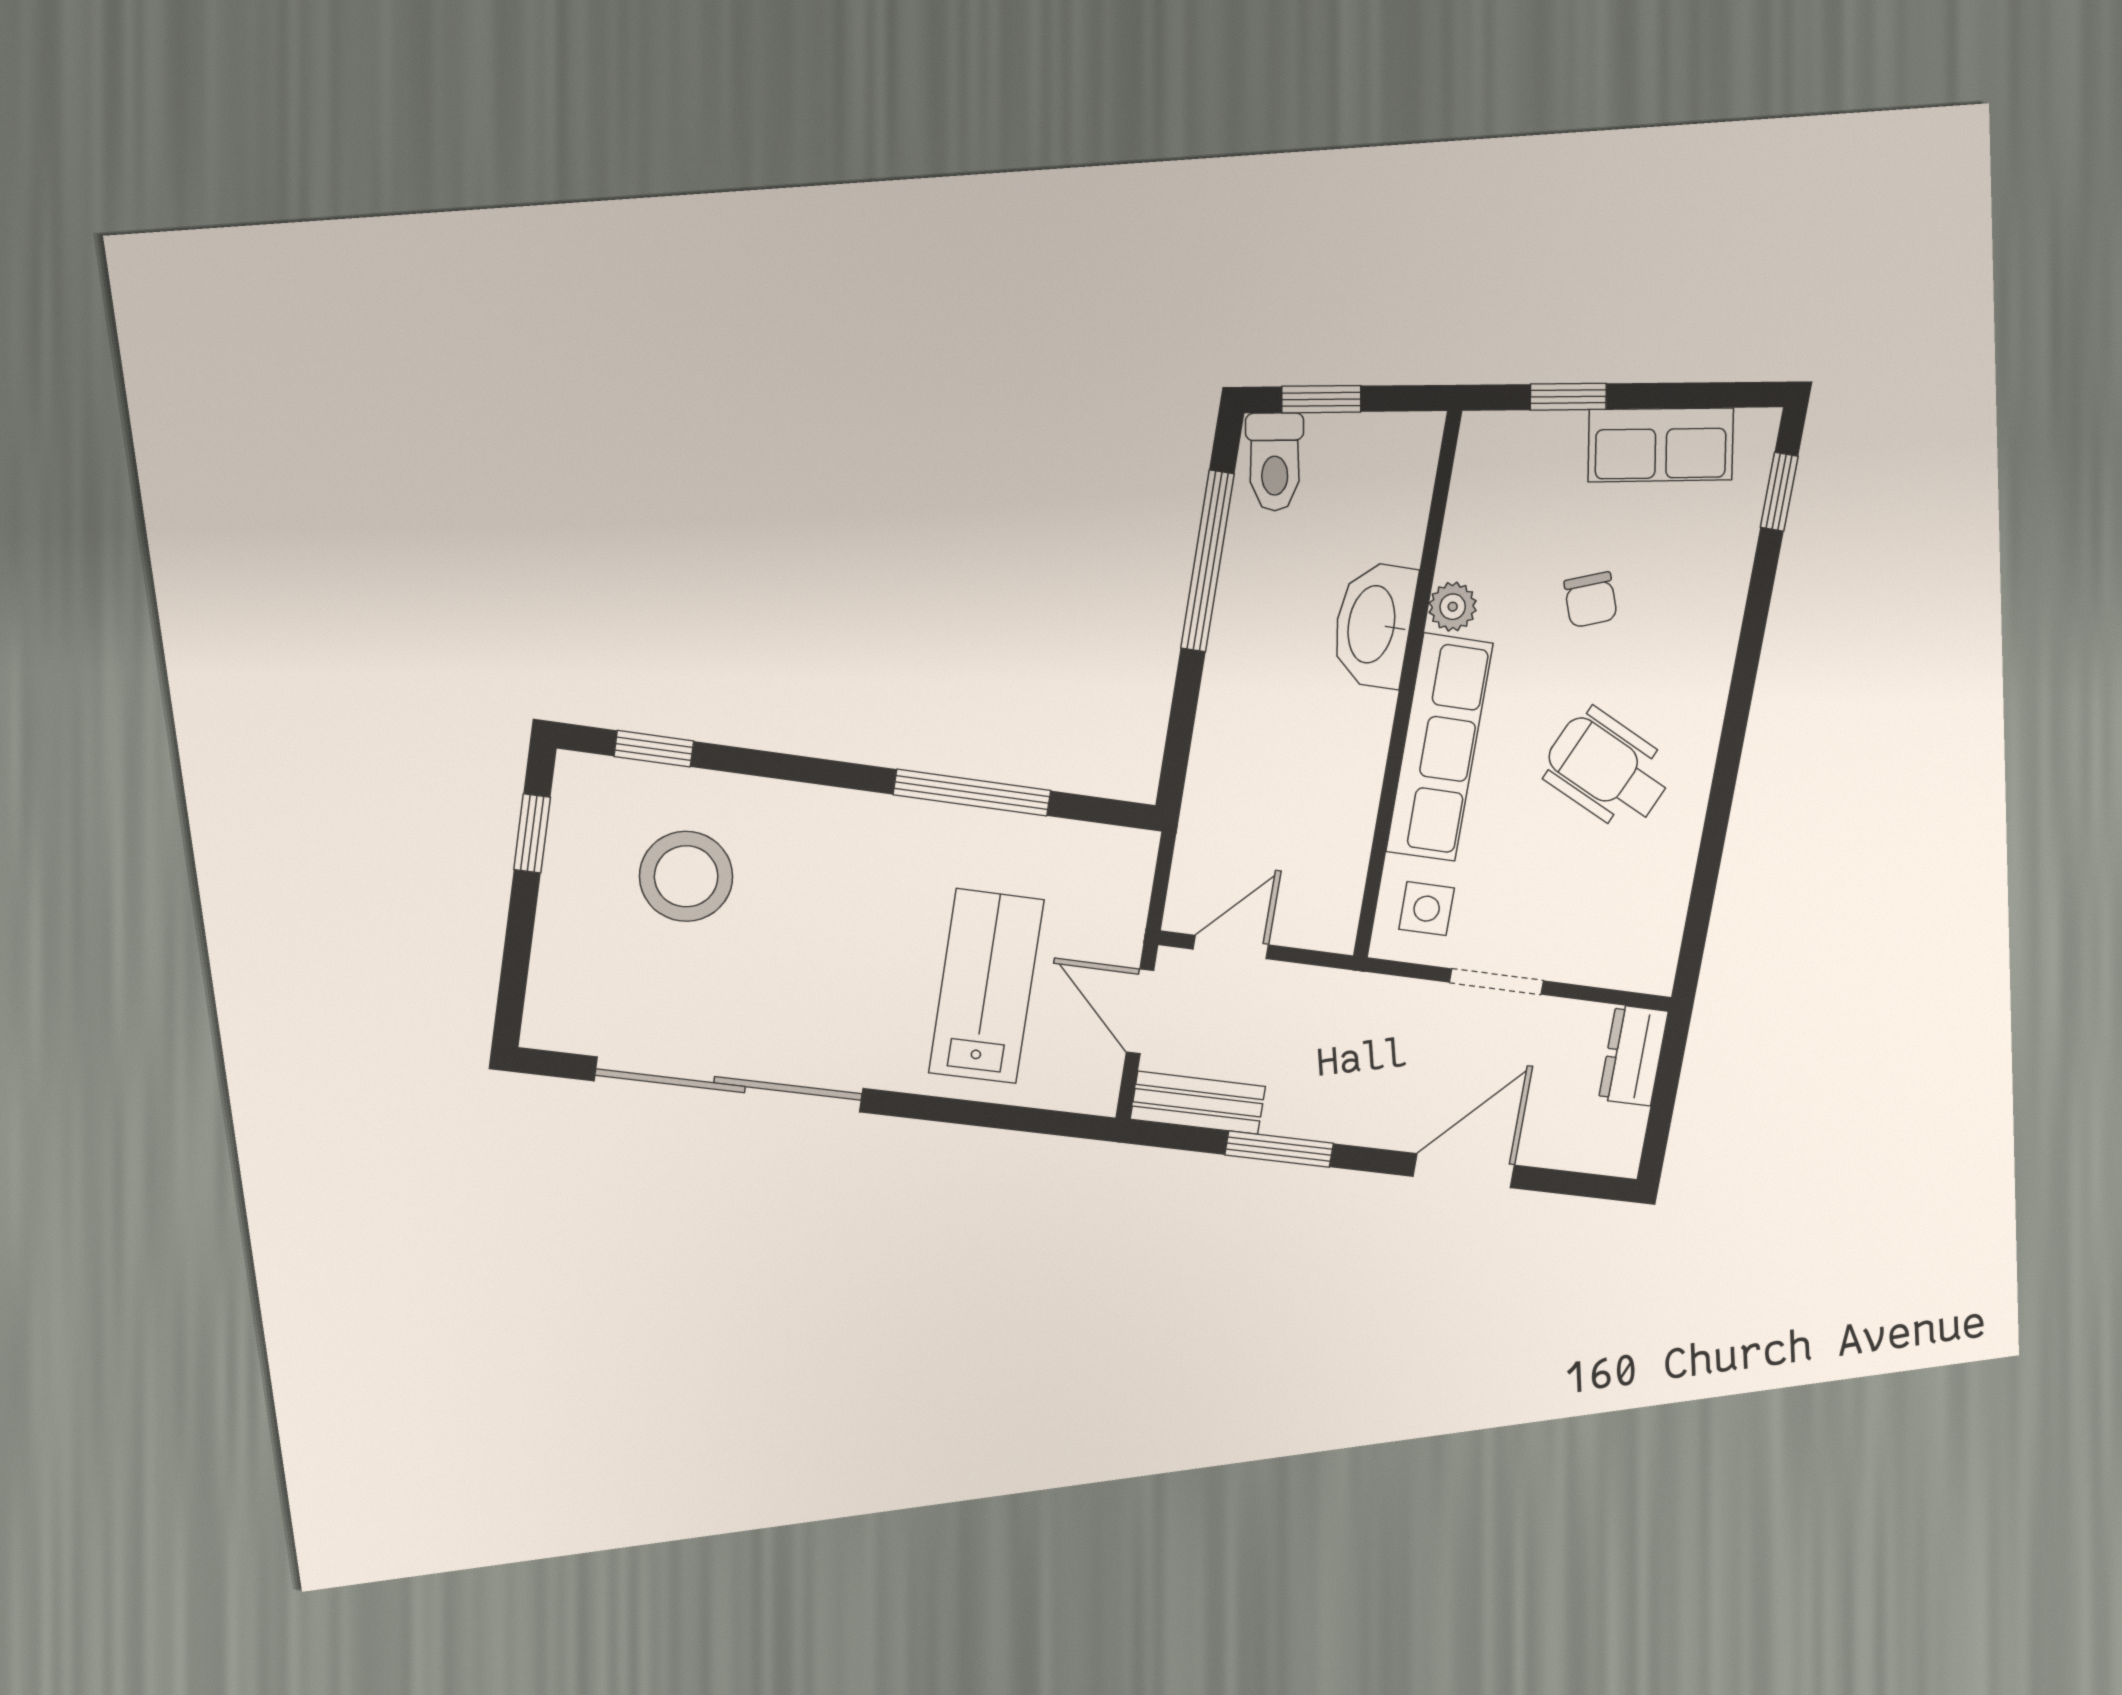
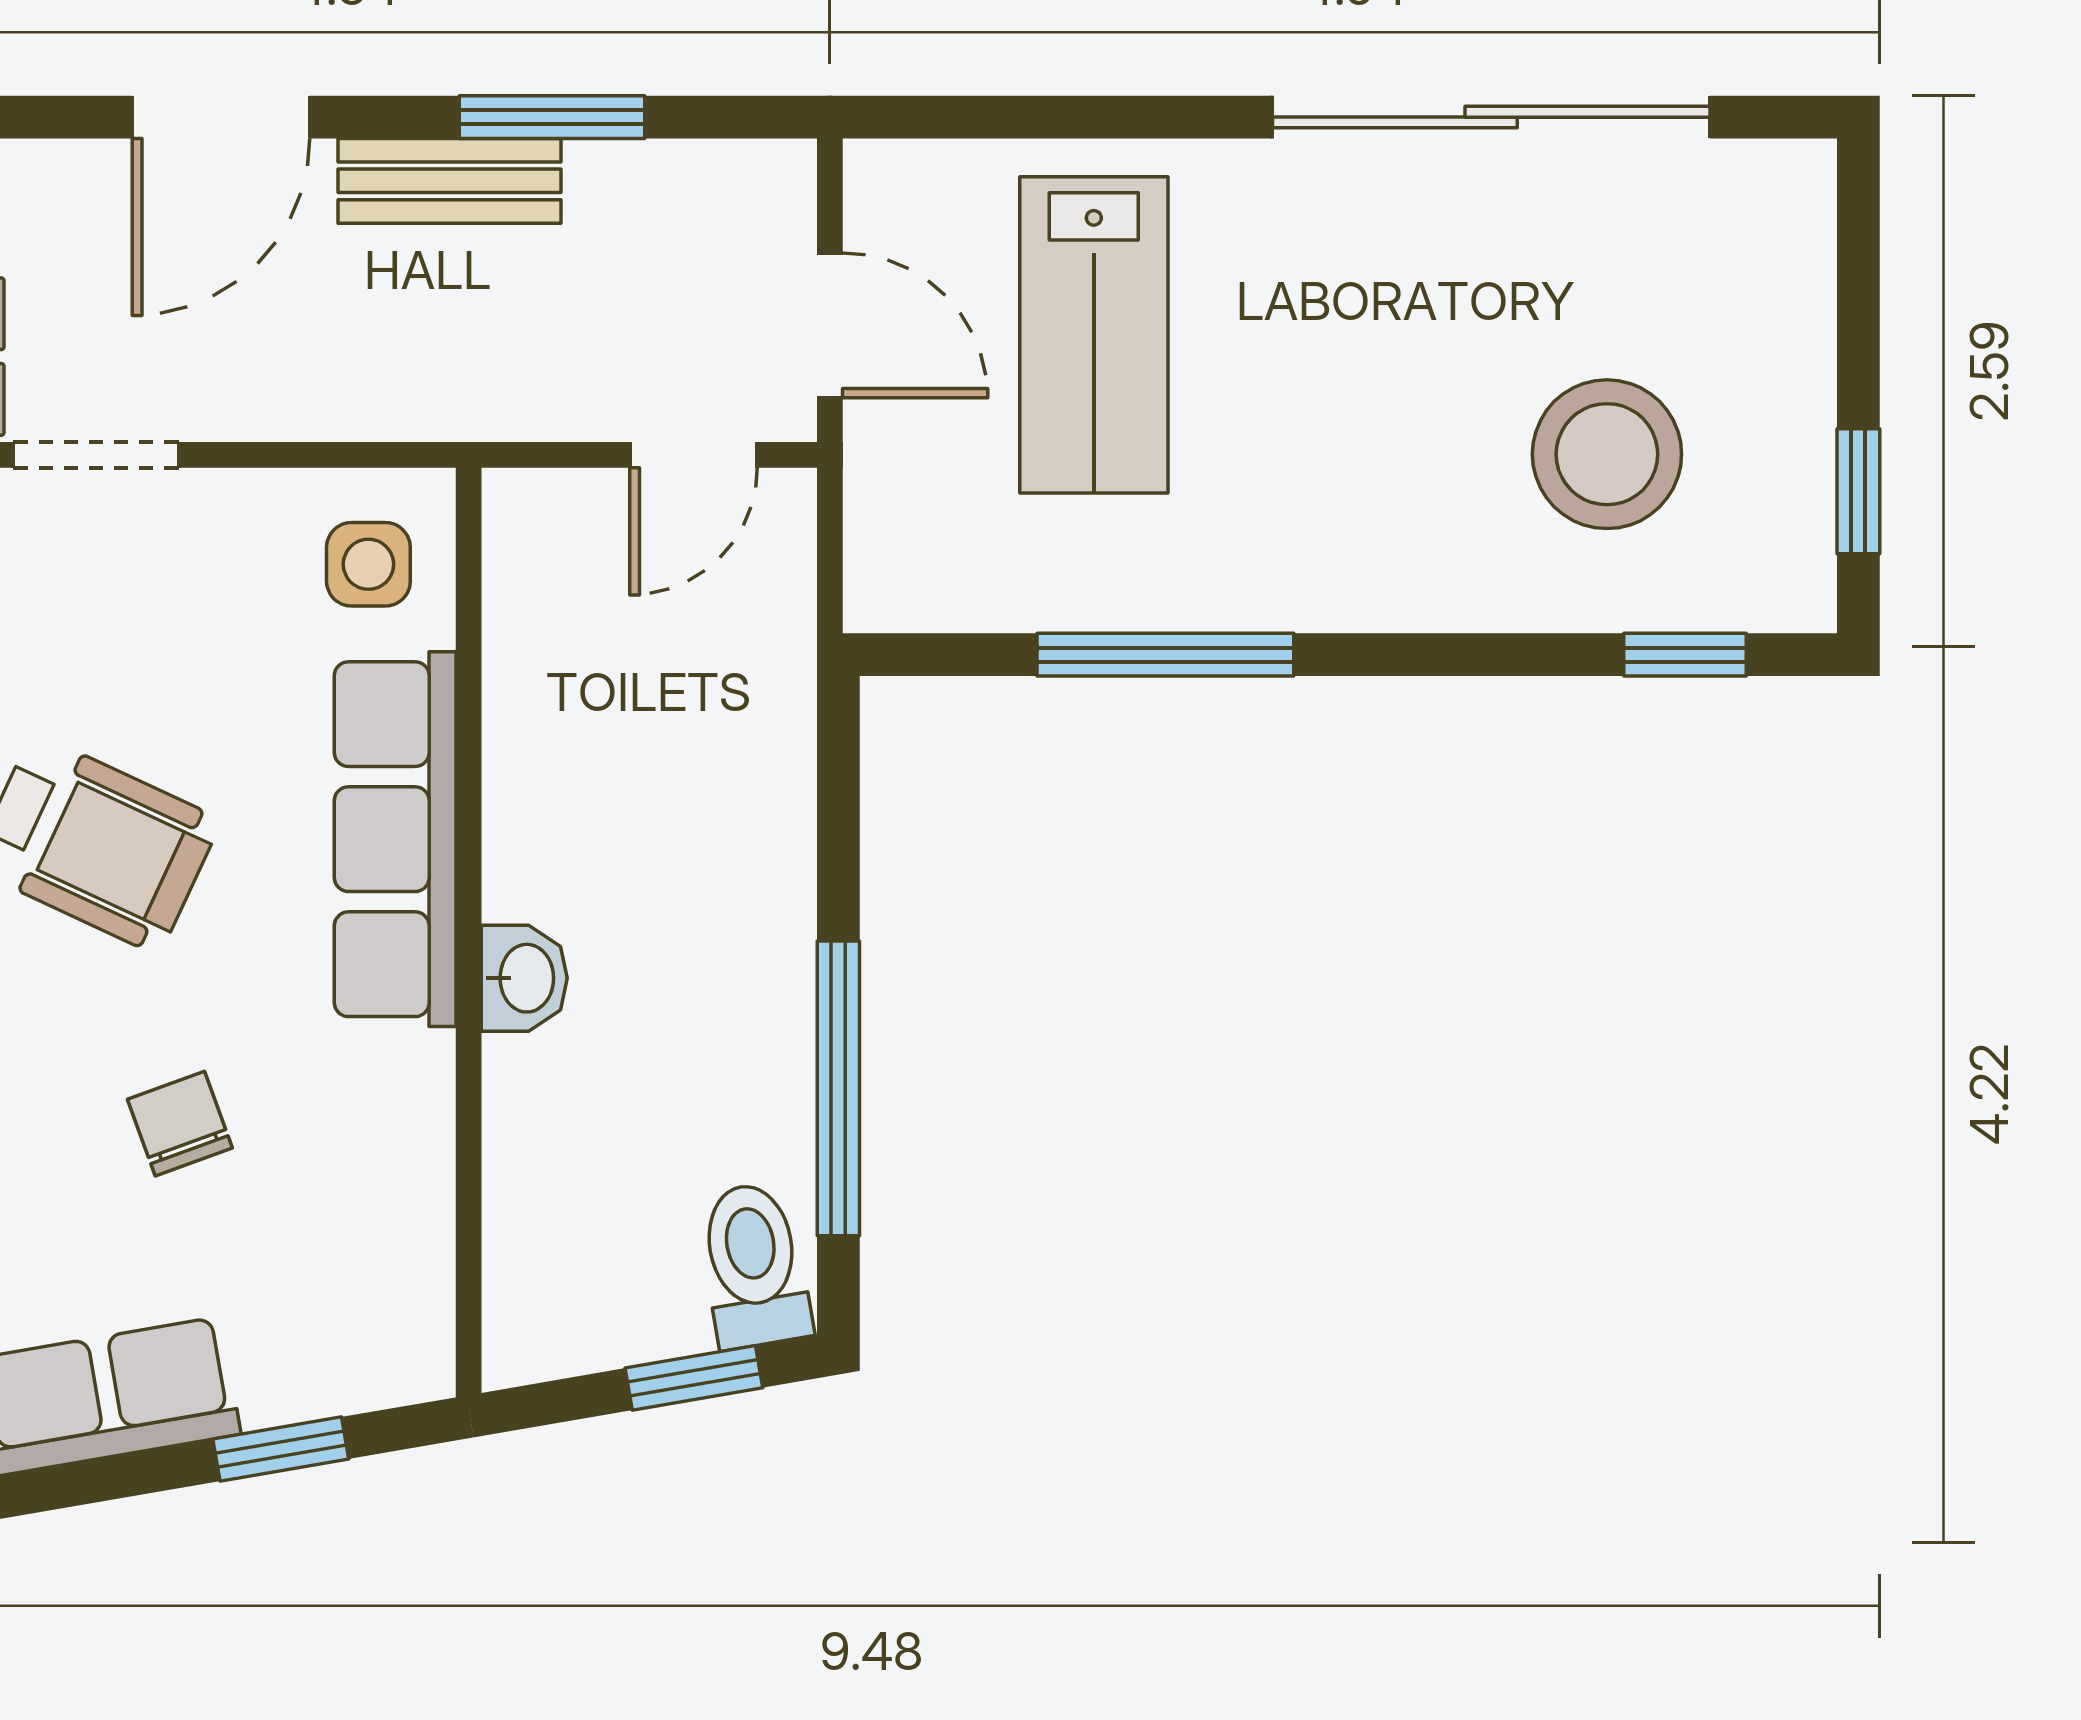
plant: (1453, 607) -> (415, 1077), removed
washbasin: (1374, 625) -> (524, 978), width x0.52, depth x0.69
doorway: (1496, 982) -> (96, 455), moved
bench: (1198, 1103) -> (449, 181), moved

